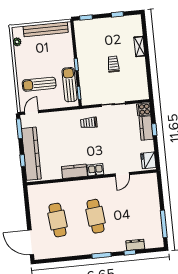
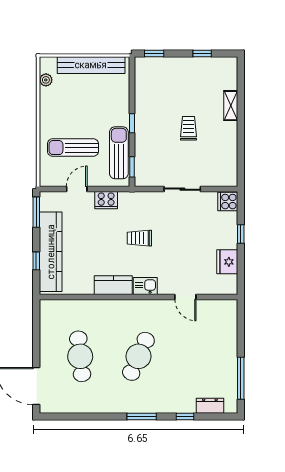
door: (32, 112) -> (77, 189), moved
cooker: (64, 116) -> (106, 200), added
trolley: (89, 123) -> (139, 238), moved
kitchen counter: (146, 128) -> (228, 230), removed
fridge: (148, 160) -> (227, 262), moved
door: (122, 174) -> (185, 297), hinge flipped
cafe table: (96, 216) -> (138, 356), turned 30
dresser: (135, 245) -> (210, 406), moved

